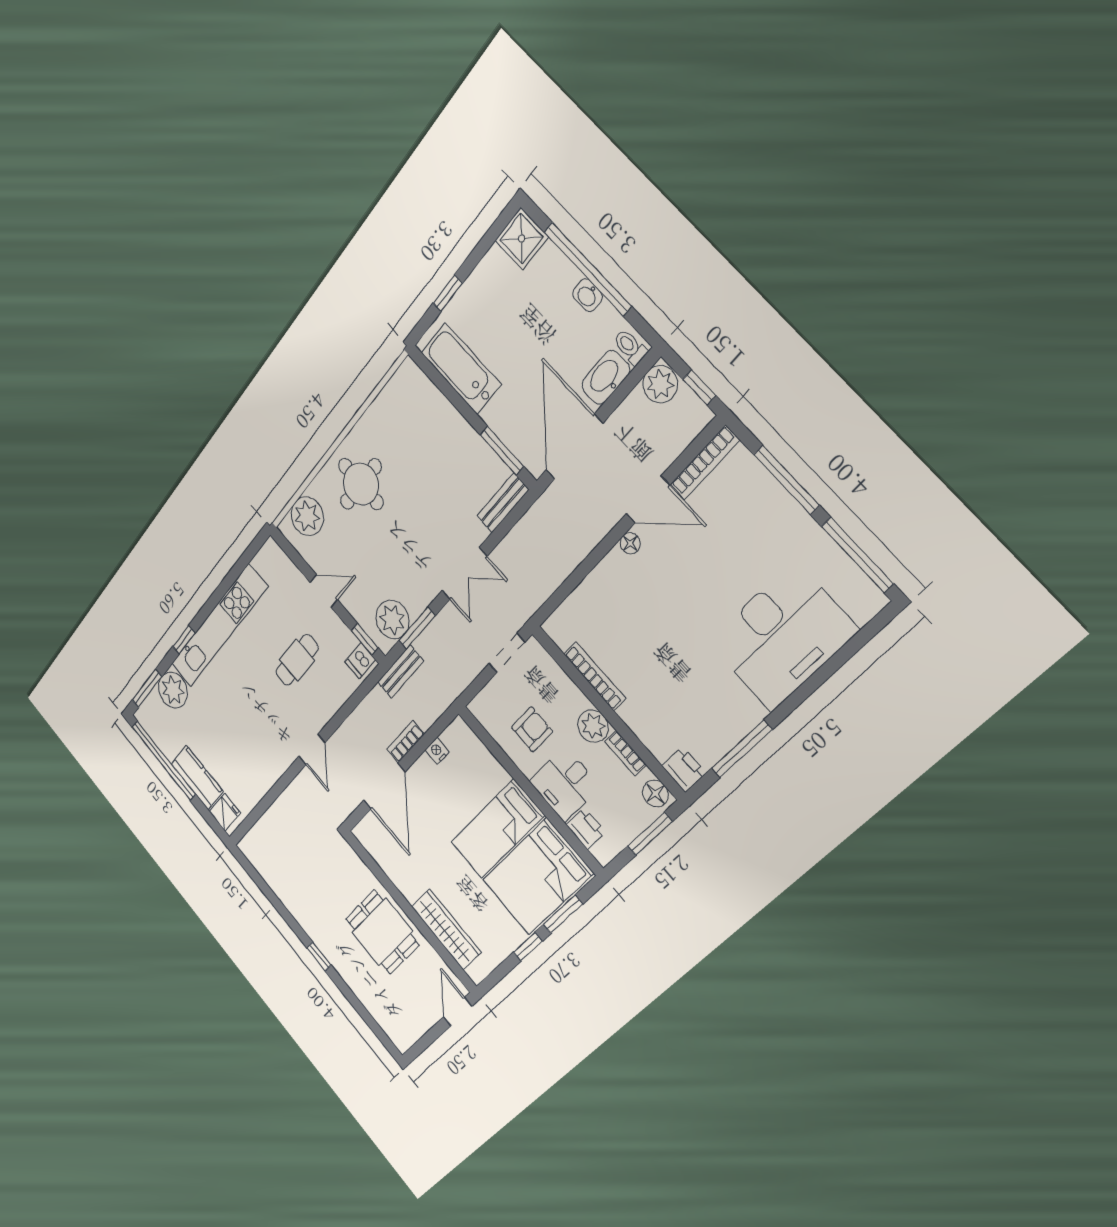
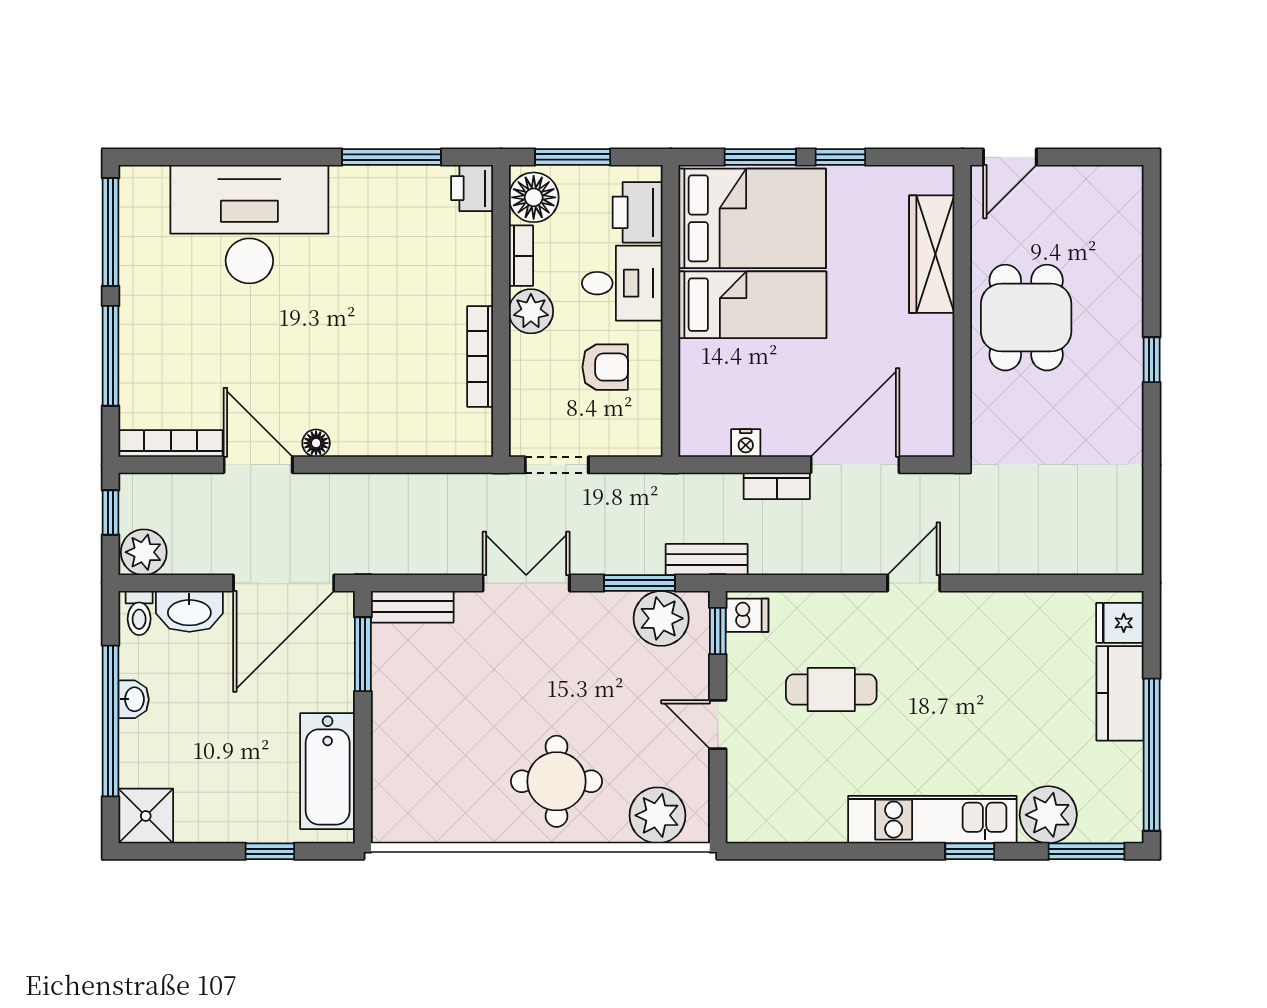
kitchen unit: (219, 626) -> (932, 820), width x0.73
armchair: (532, 729) -> (605, 367), turned 180
floor lamp: (655, 794) -> (534, 197), width x1.38, depth x1.38
printer: (586, 828) -> (638, 212), width x1.36, depth x1.24

